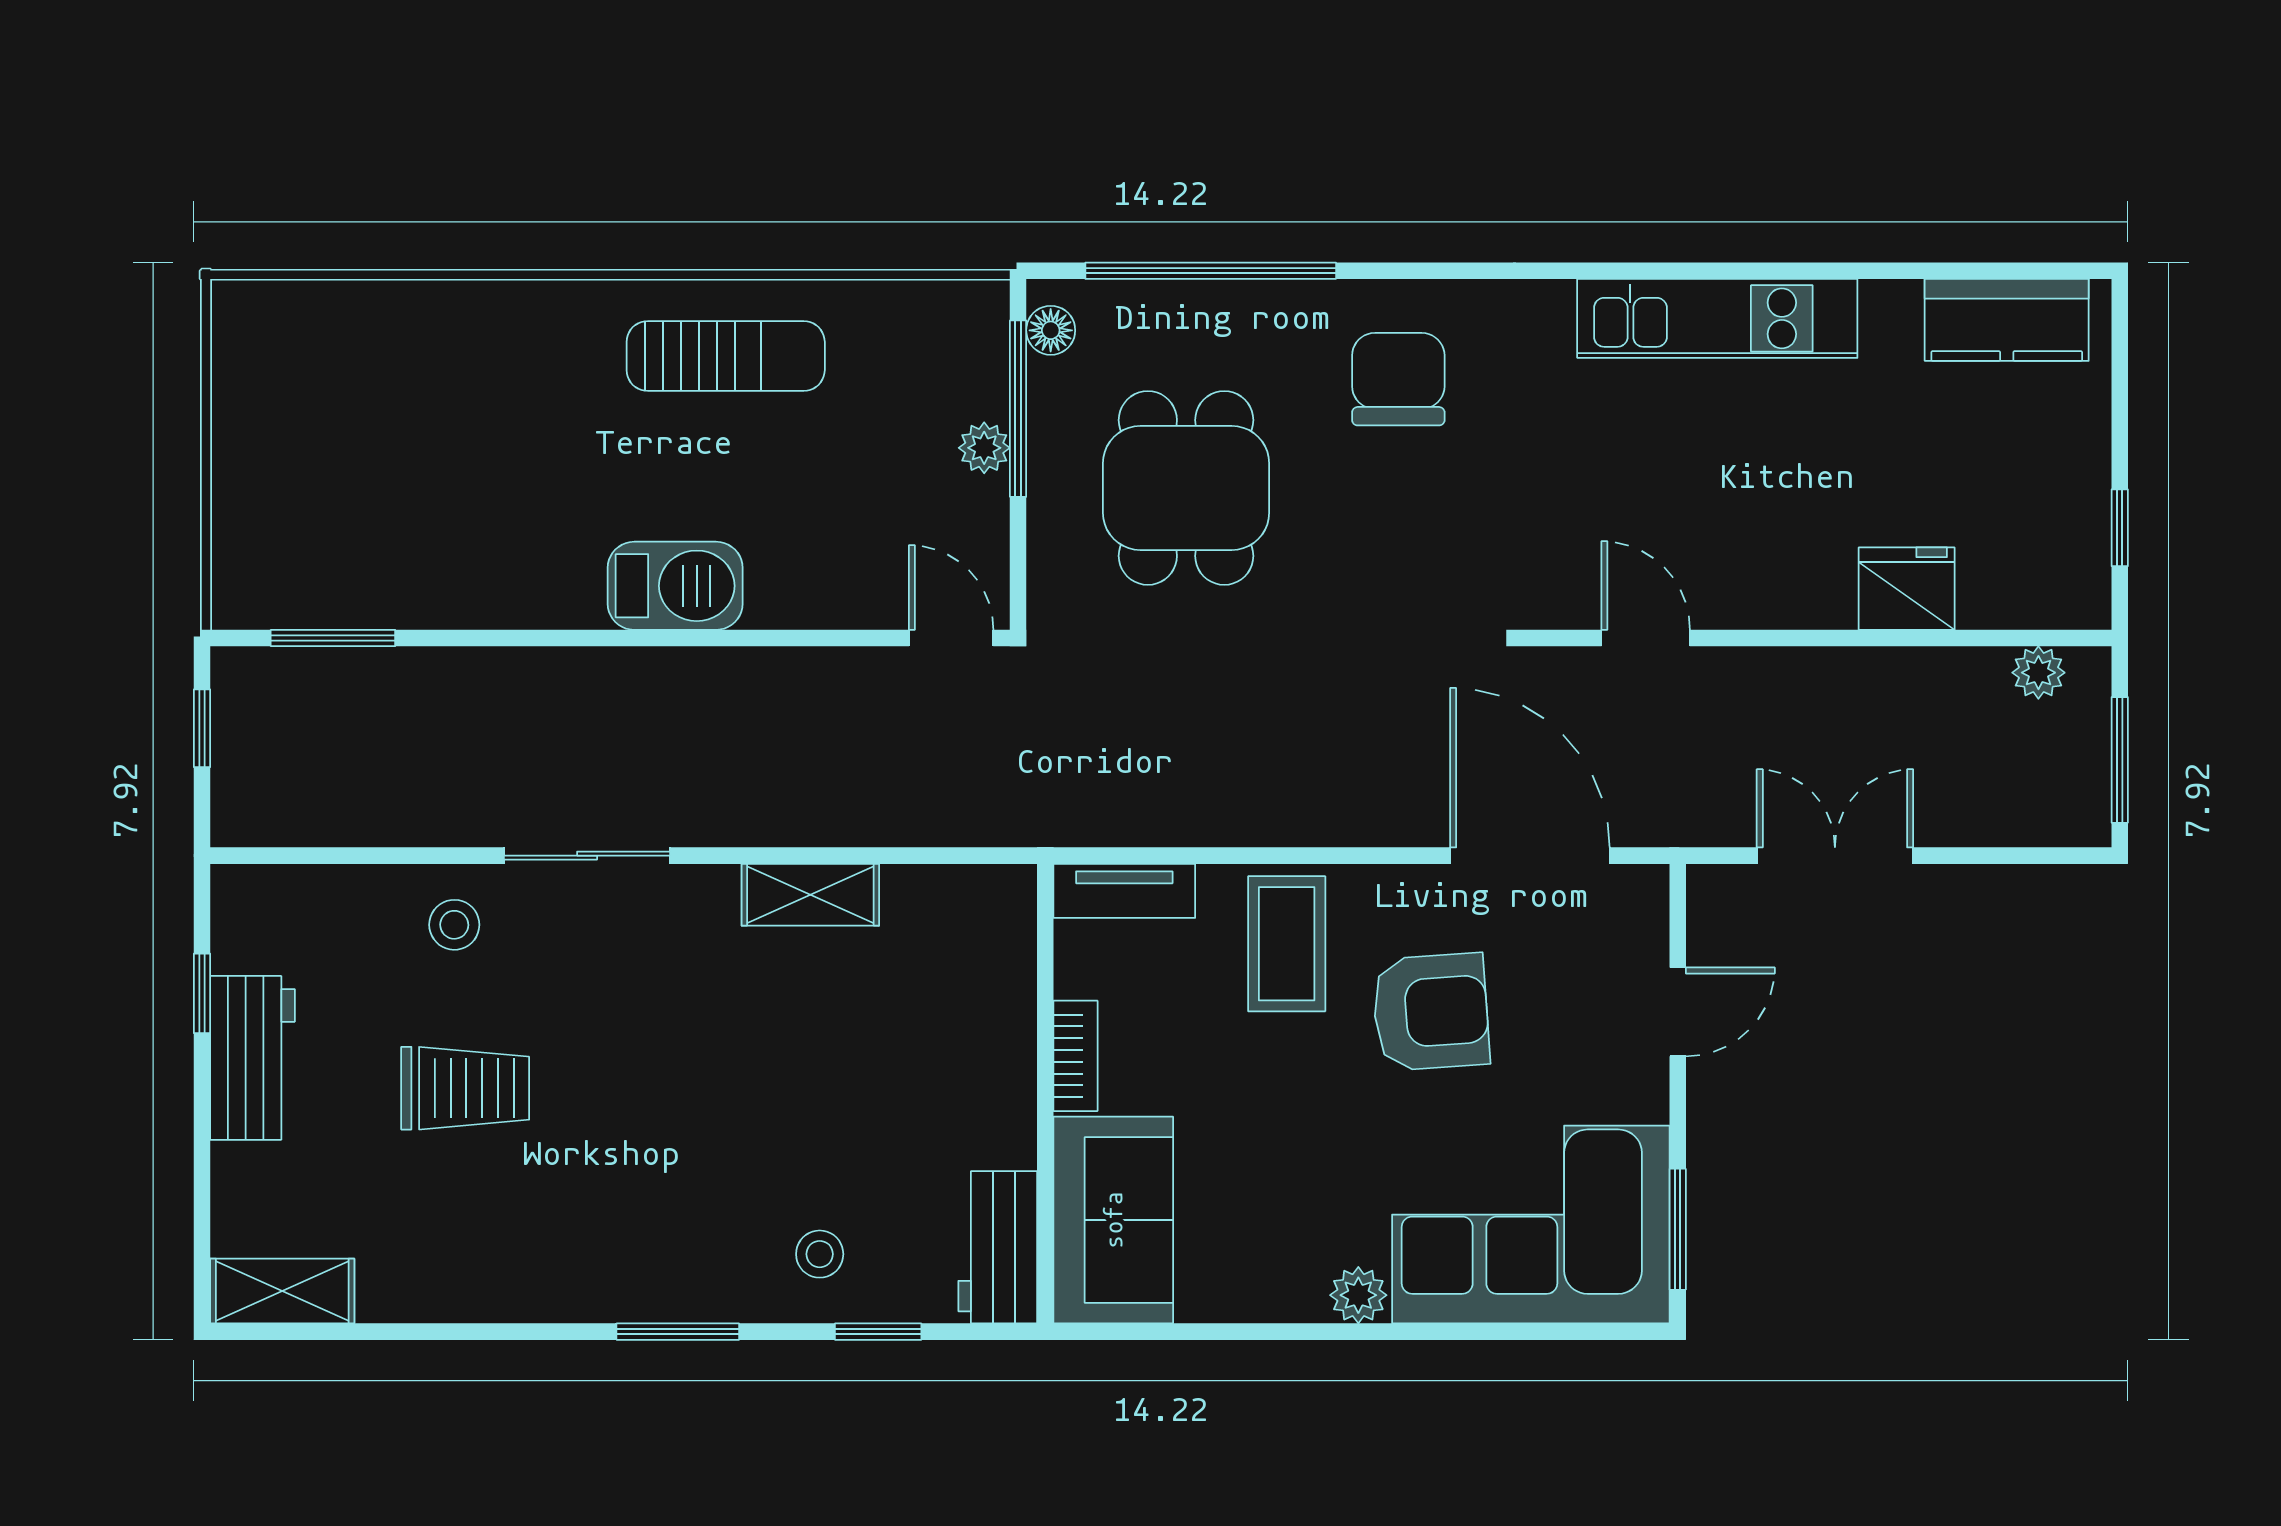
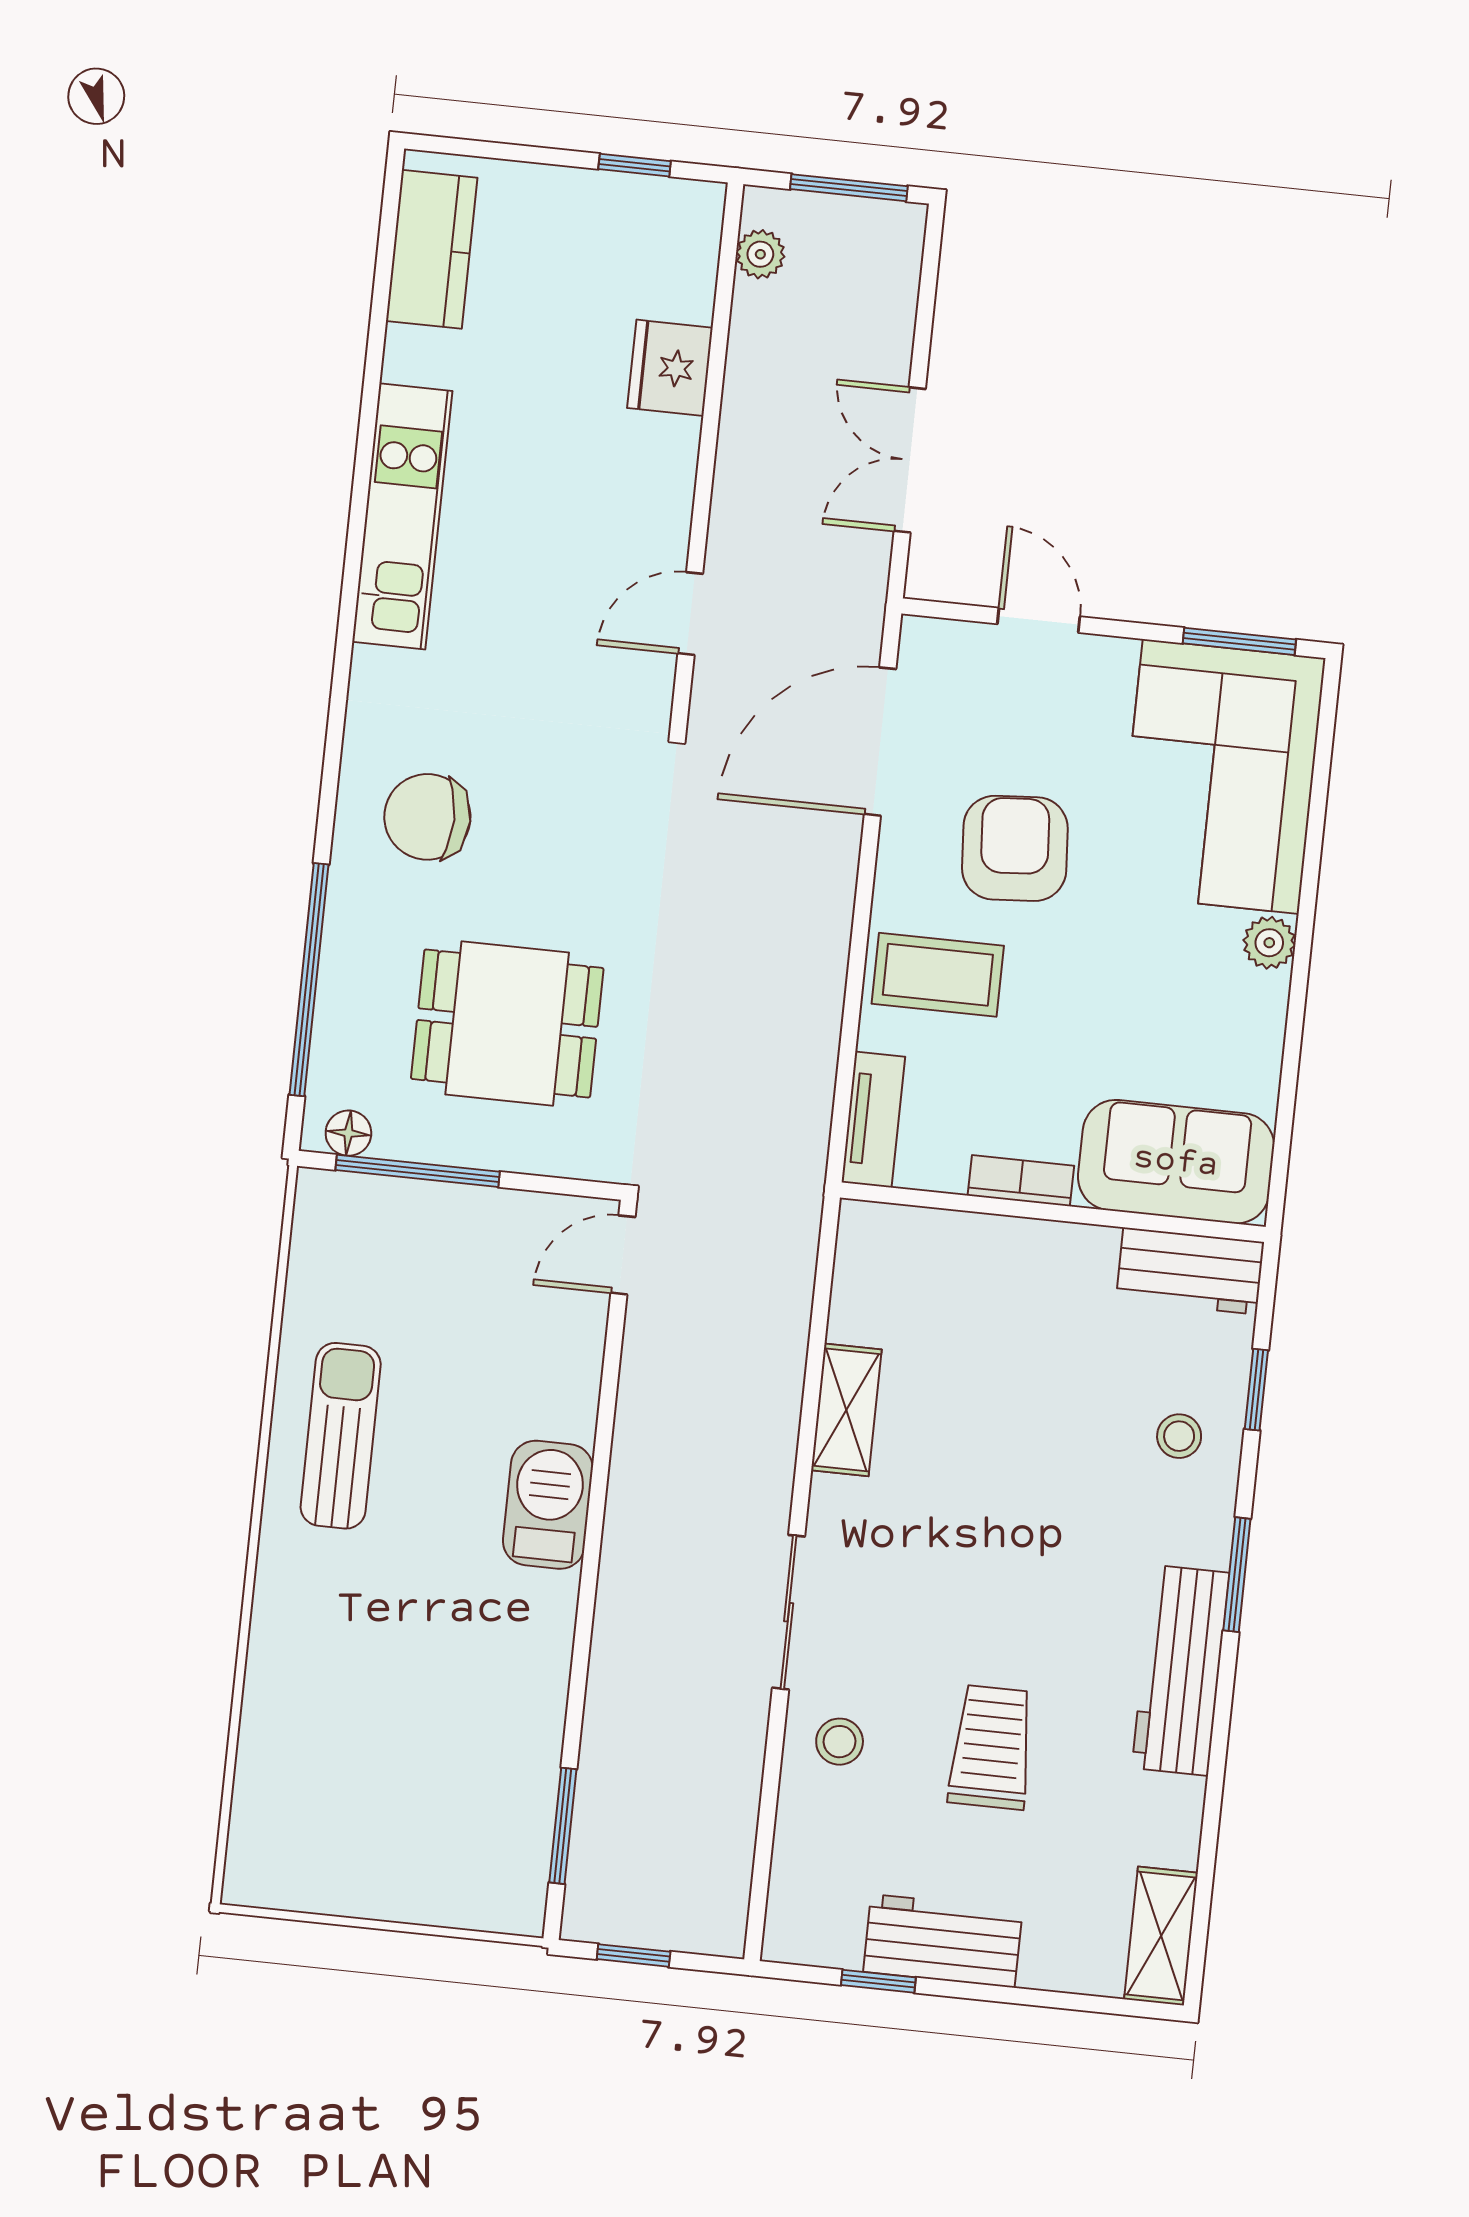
plant: (984, 448) -> (451, 1206), removed
workbench: (569, 1282) -> (1181, 1670), added

